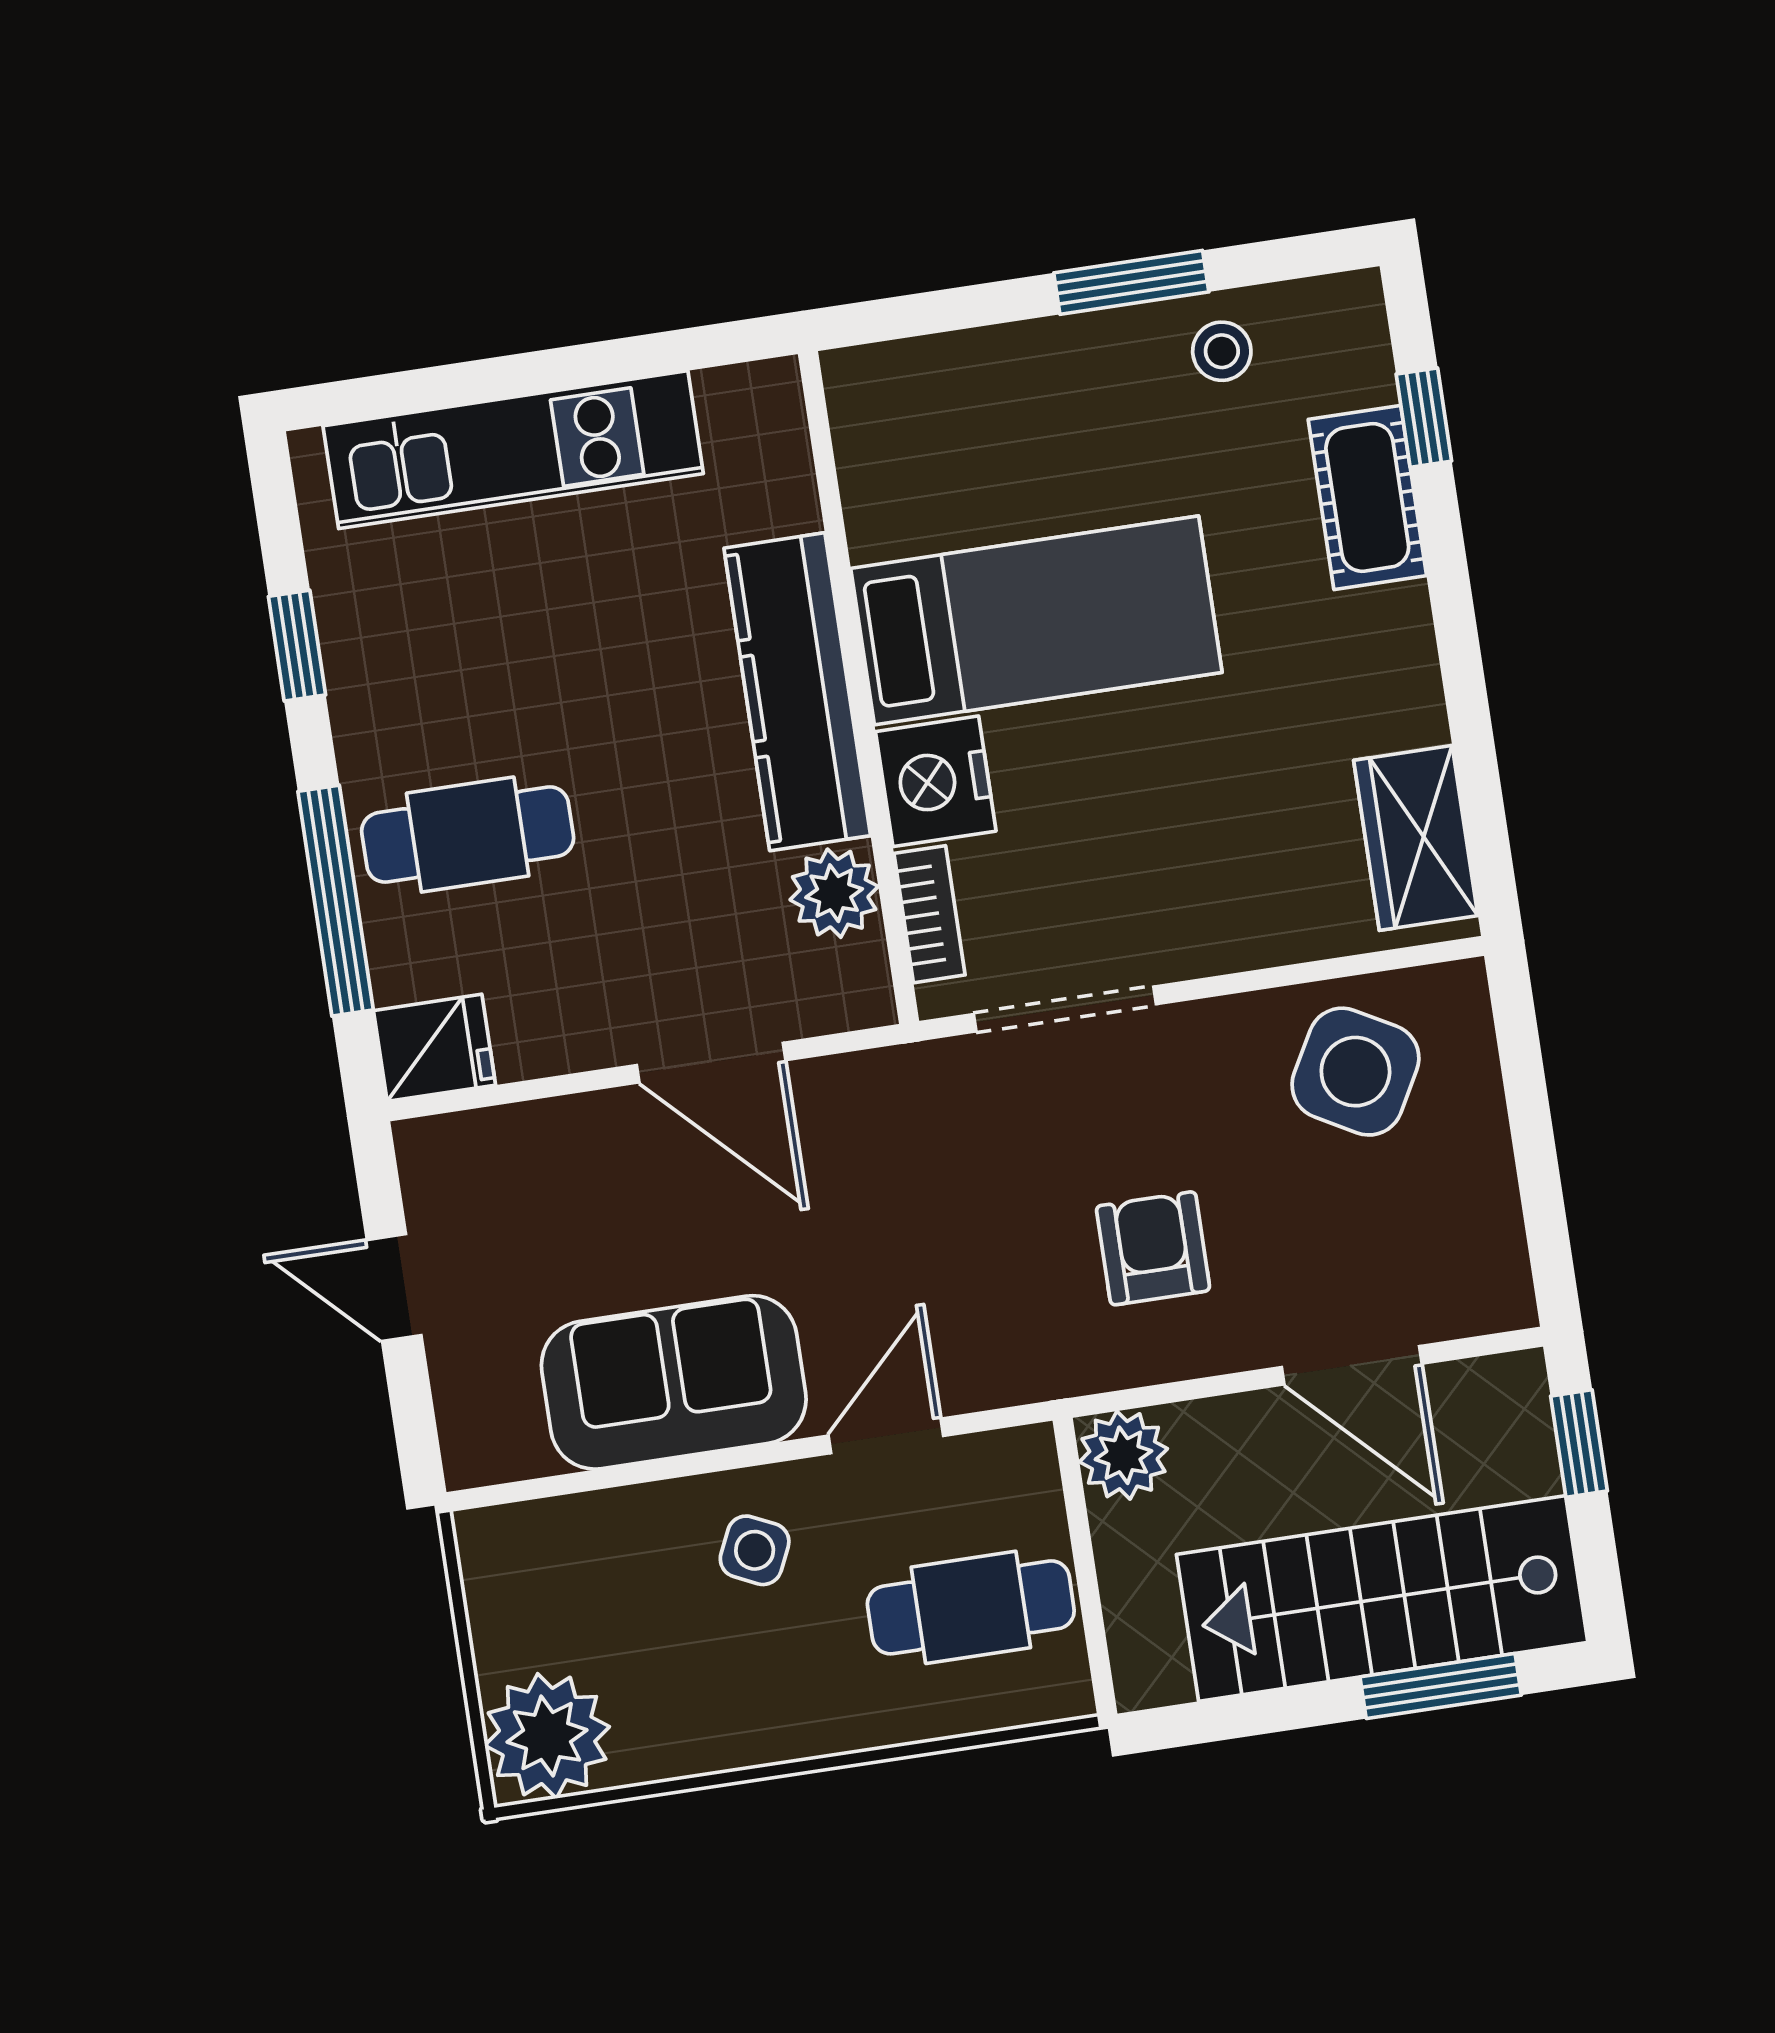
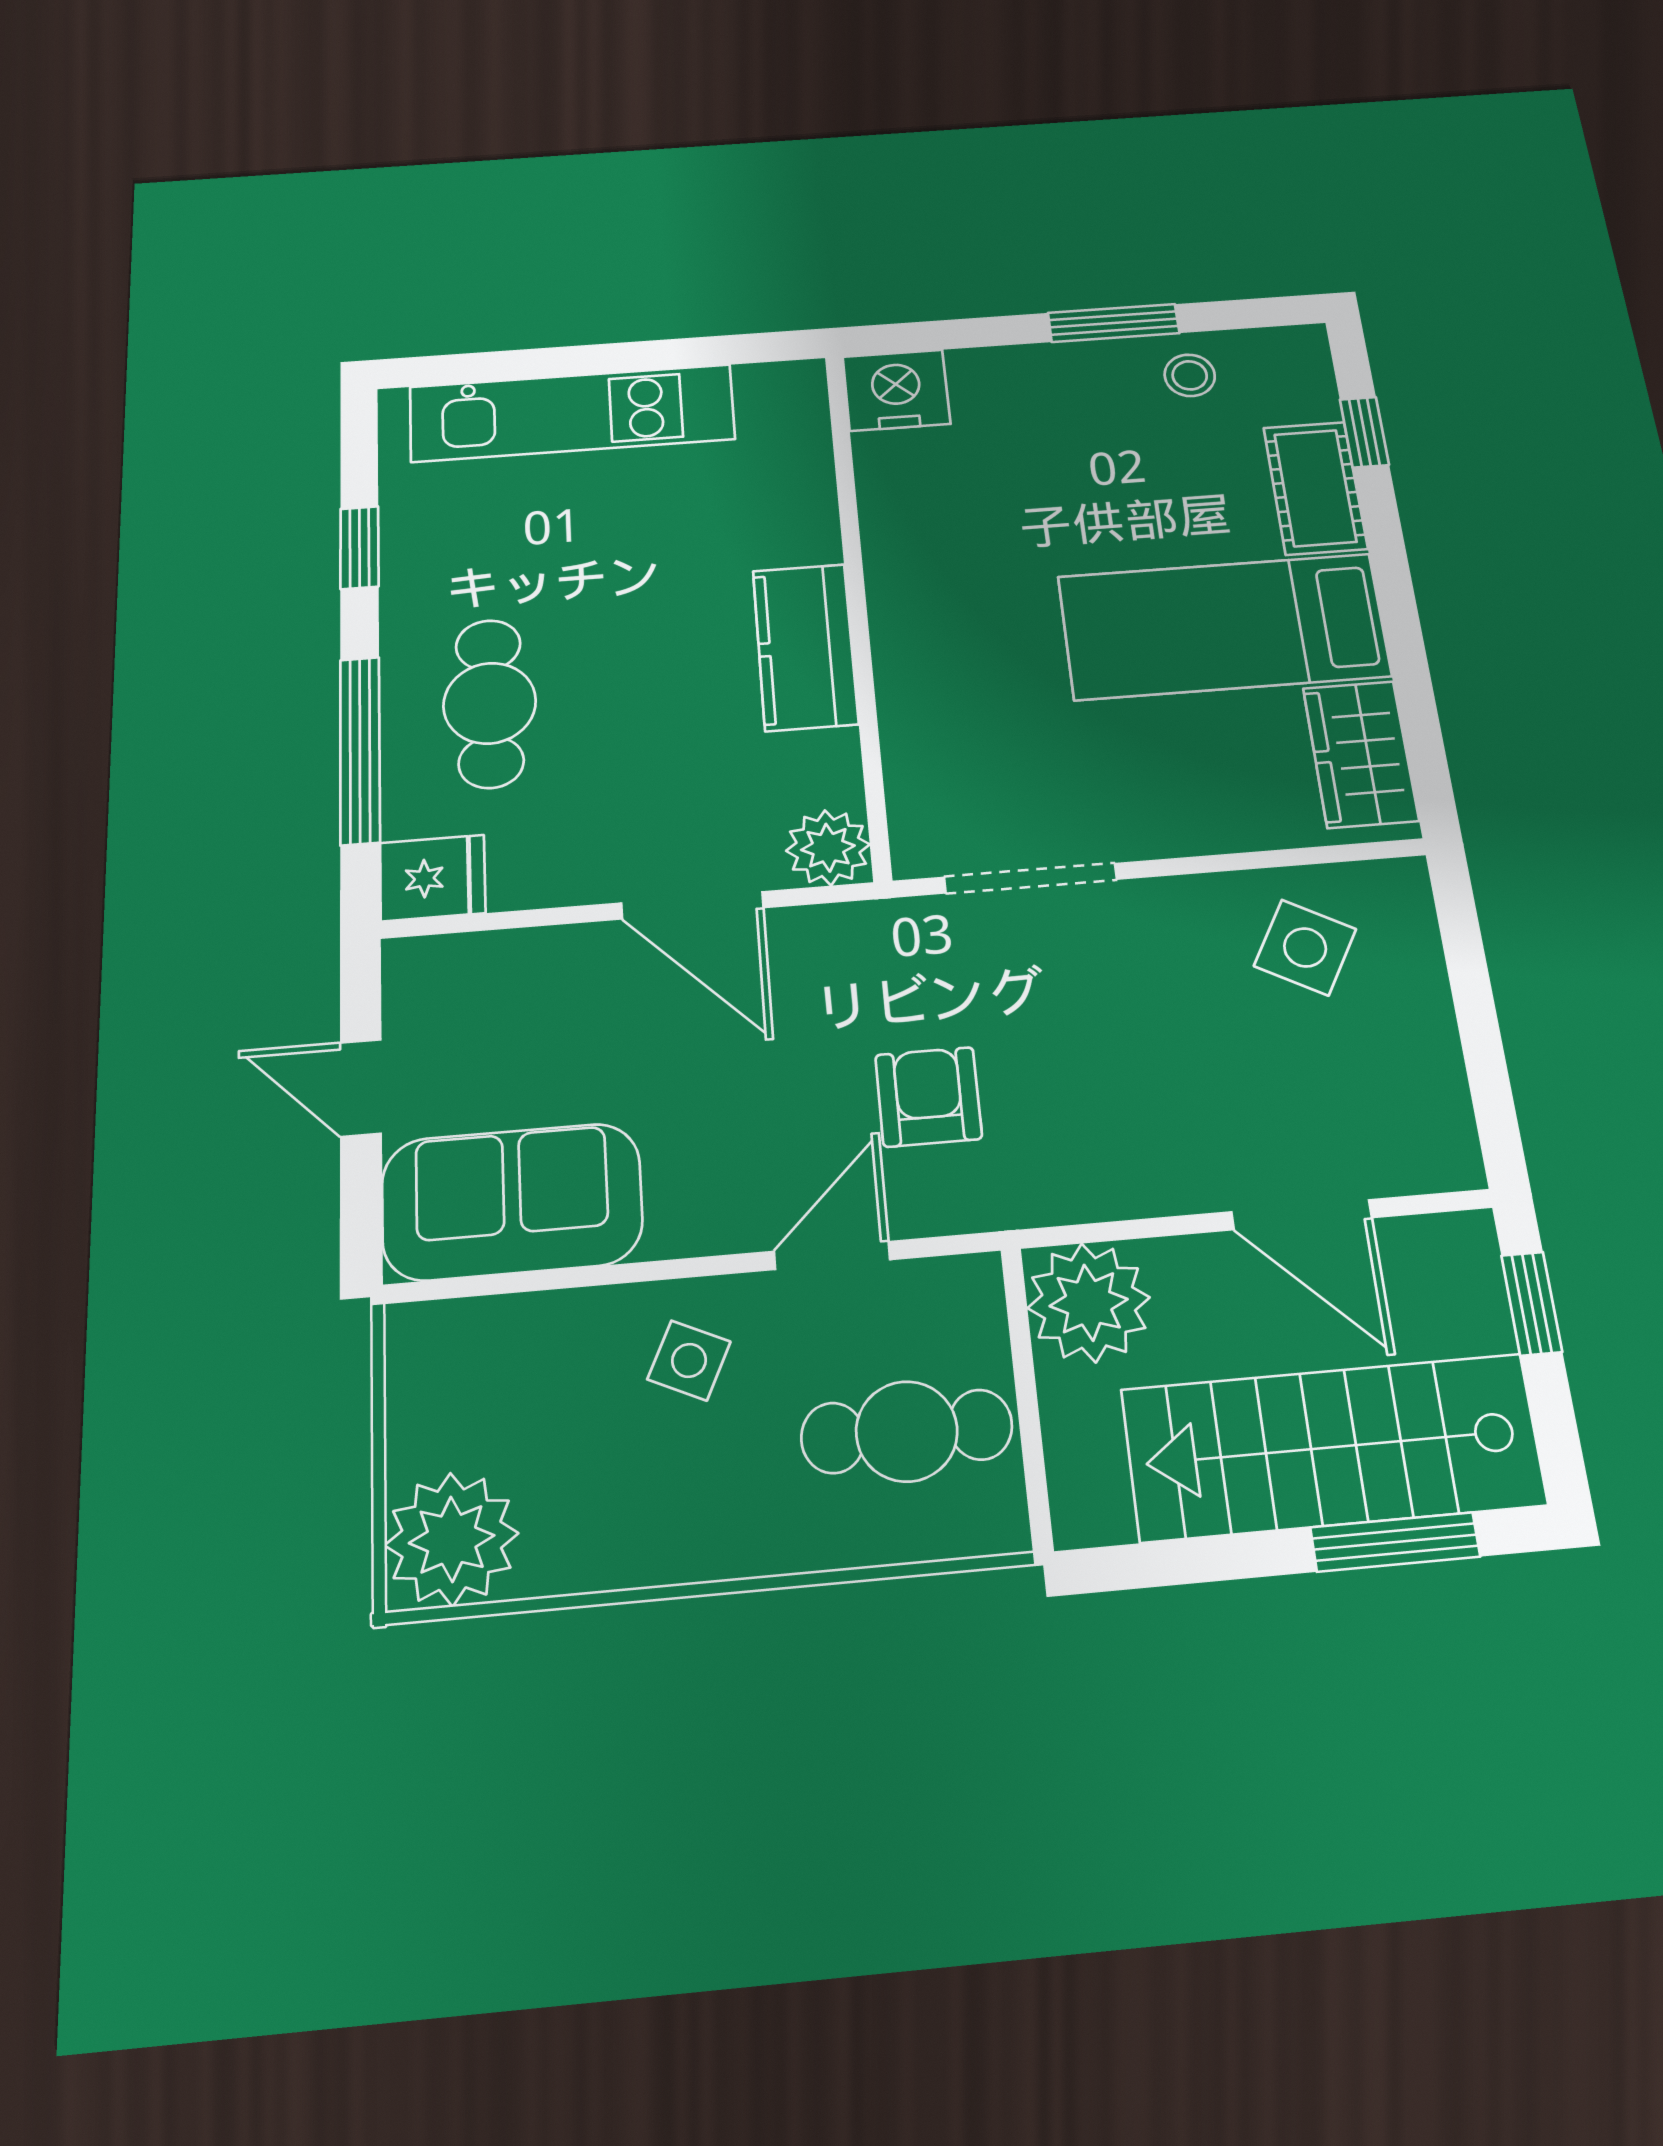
bed: (1036, 620) -> (1224, 626), moved, turned 180
kitchen counter: (797, 692) -> (805, 647), width x0.67
nightstand: (936, 781) -> (896, 390), moved, turned 90
cafe table: (468, 835) -> (490, 703), turned 90
plant: (834, 893) -> (828, 848), moved
bookcase: (929, 914) -> (908, 792), removed
side table: (1355, 1072) -> (1305, 947), width x0.73, depth x0.73
armchair: (1153, 1248) -> (929, 1097), moved
sofa: (674, 1382) -> (512, 1202), moved
plant: (1123, 1455) -> (1089, 1303), width x1.36, depth x1.36

